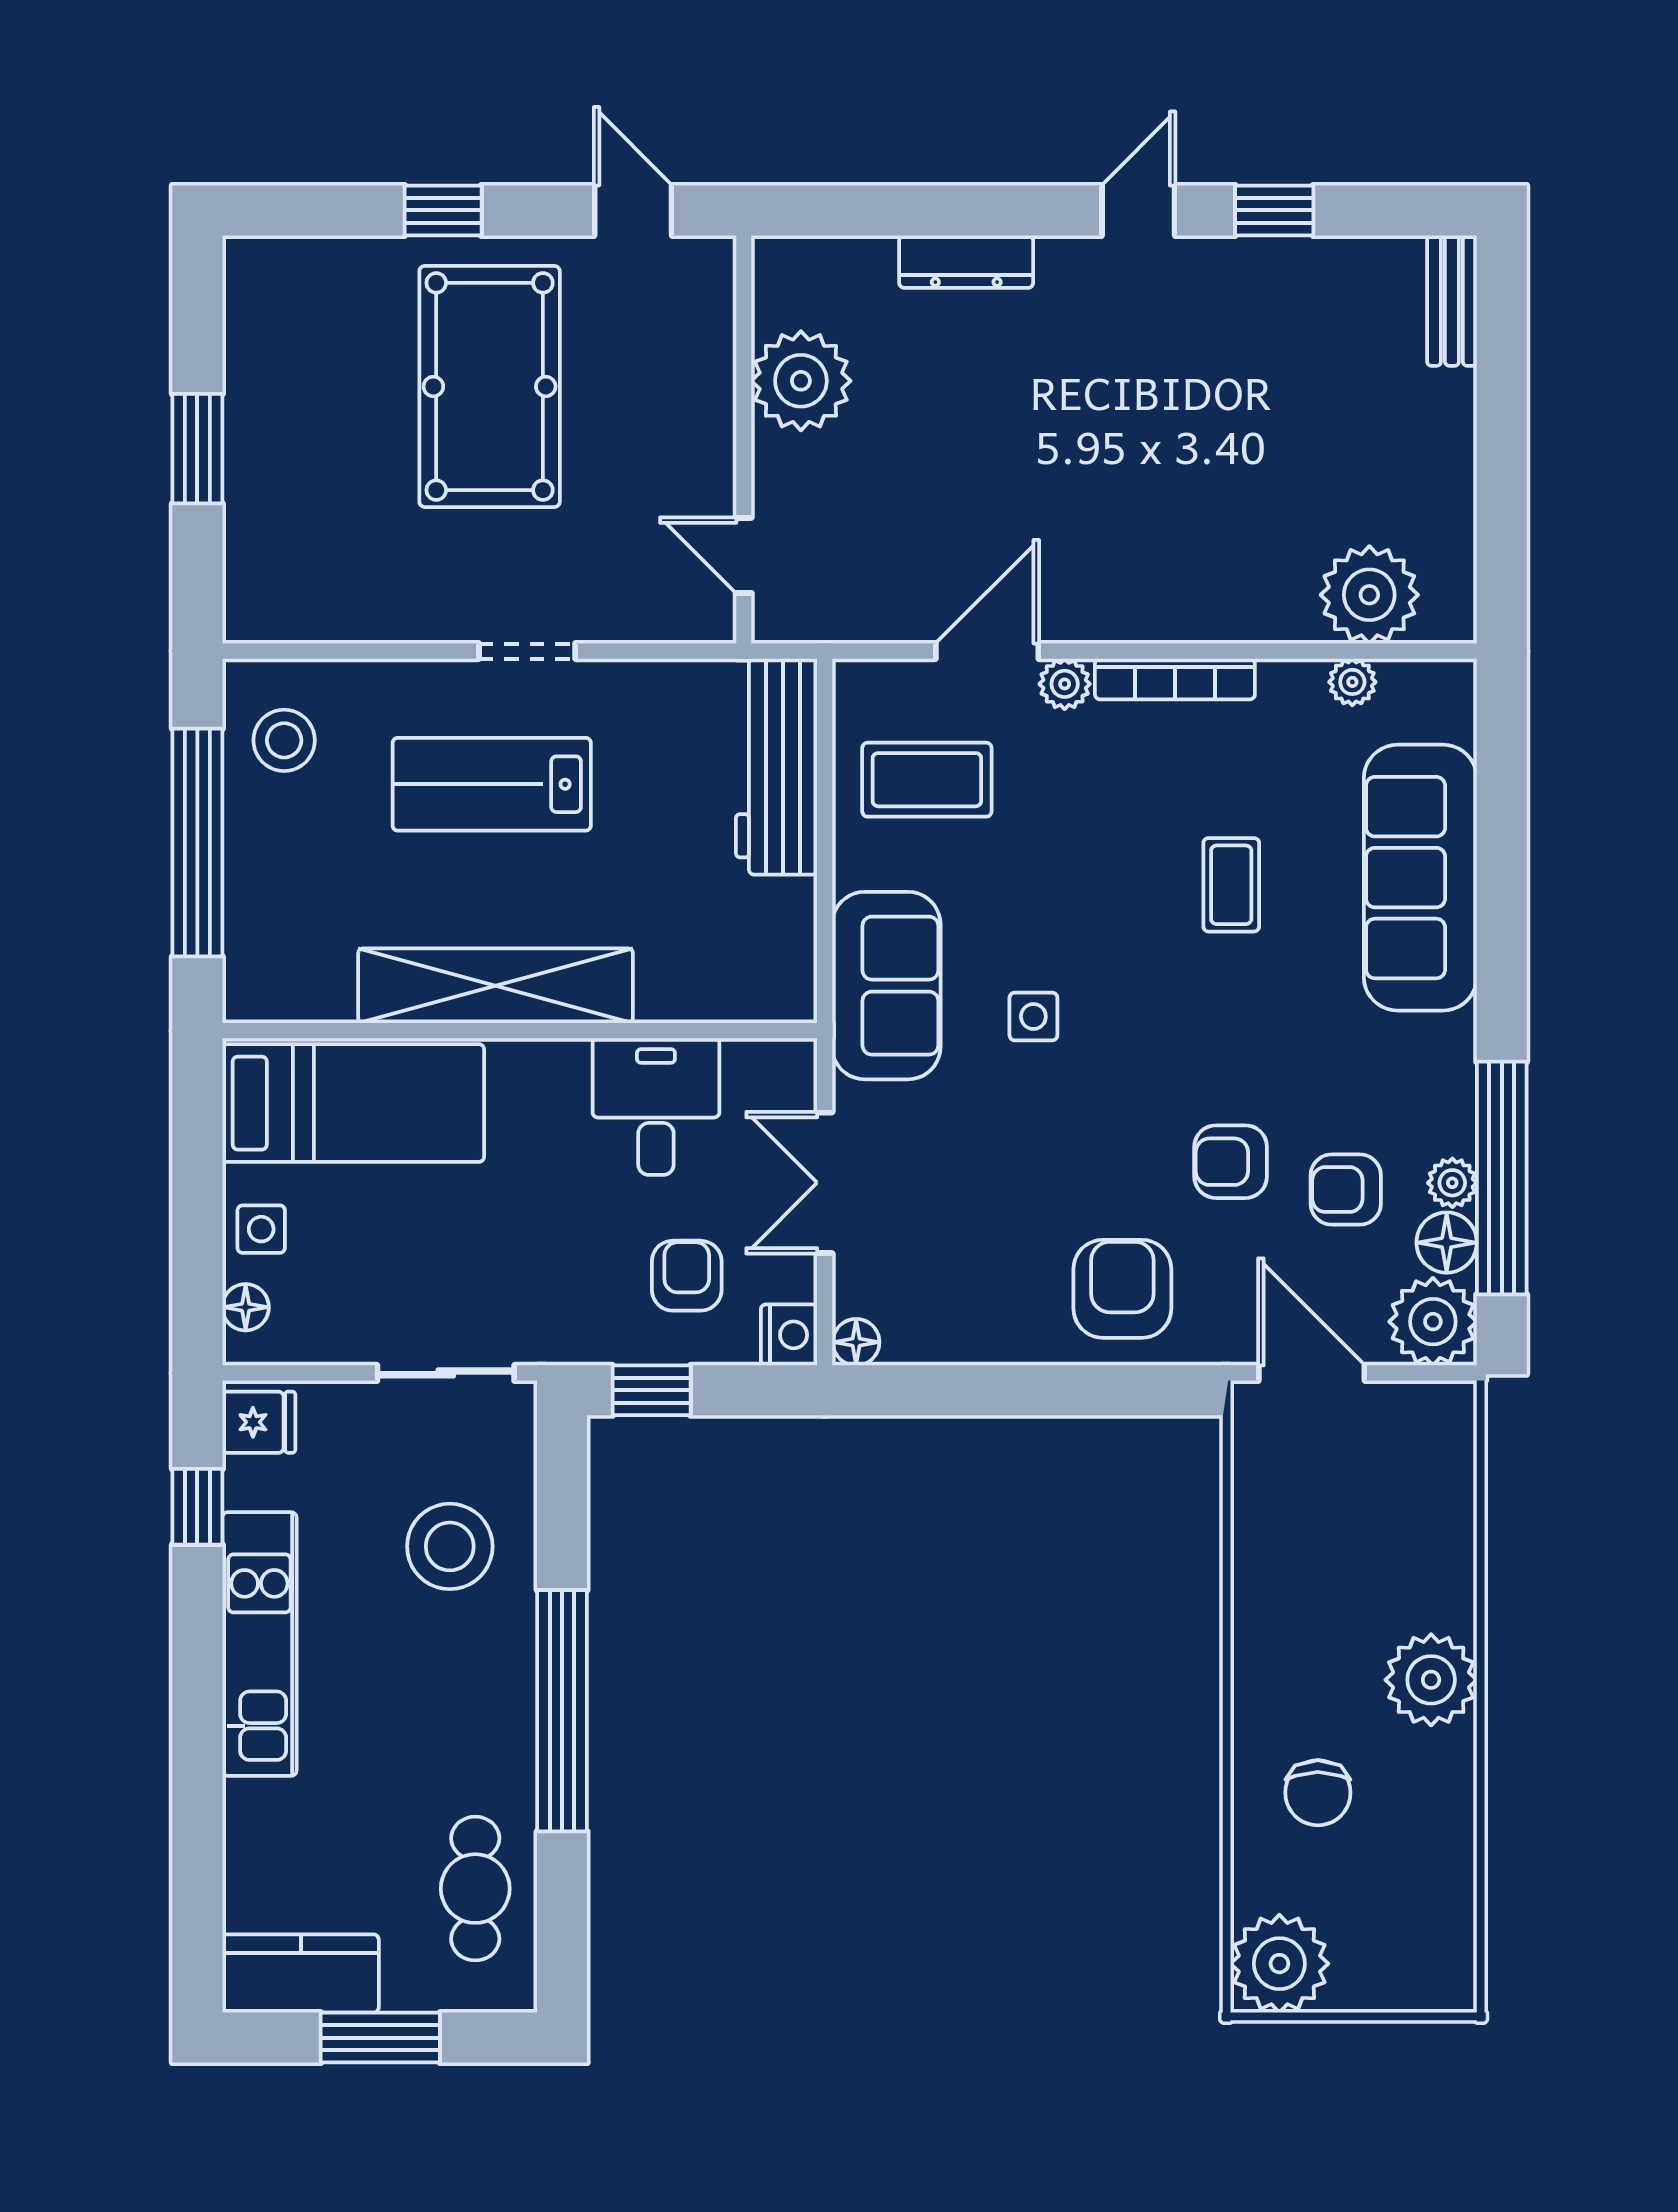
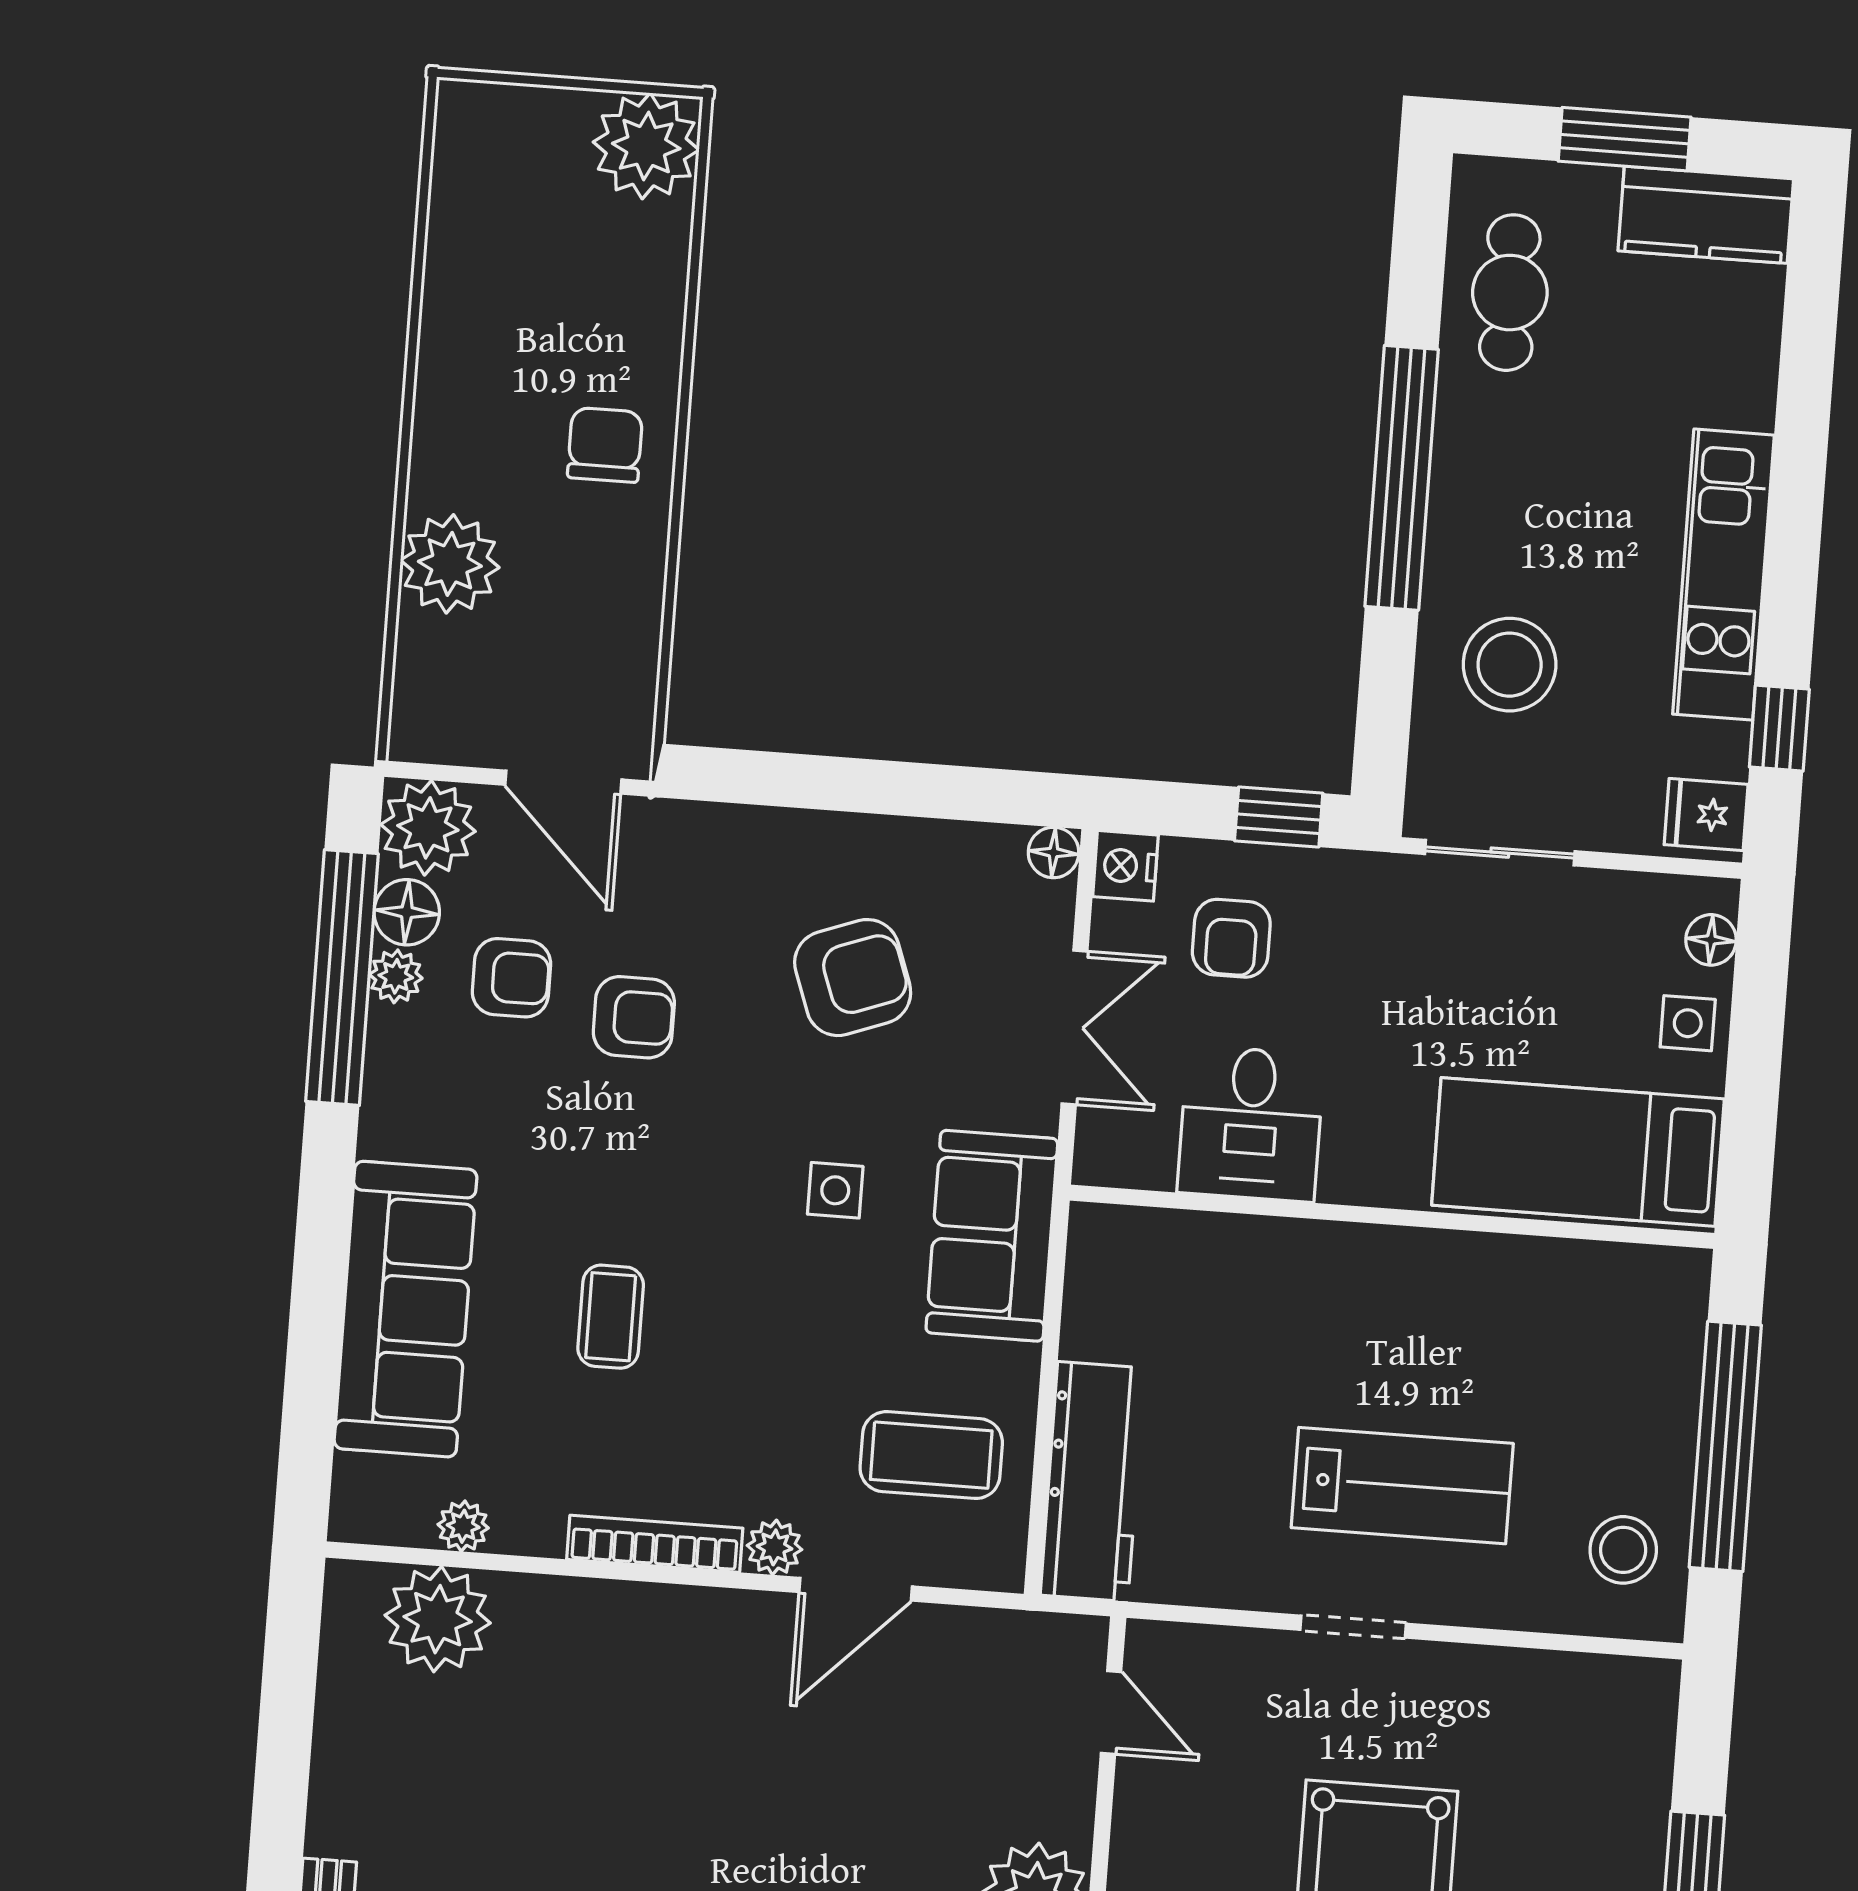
shelving: (496, 986) -> (1415, 1267), removed
armchair: (1122, 1289) -> (853, 978), moved, turned -110
plant: (1431, 1680) -> (450, 564), moved
chair: (1318, 1793) -> (605, 445), moved

